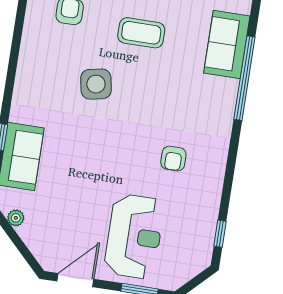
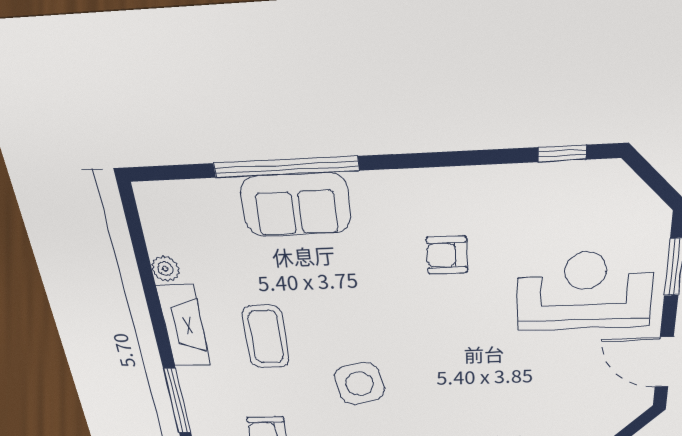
sofa: (227, 44) -> (296, 205), moved
armchair: (173, 159) -> (447, 255), turned 180

